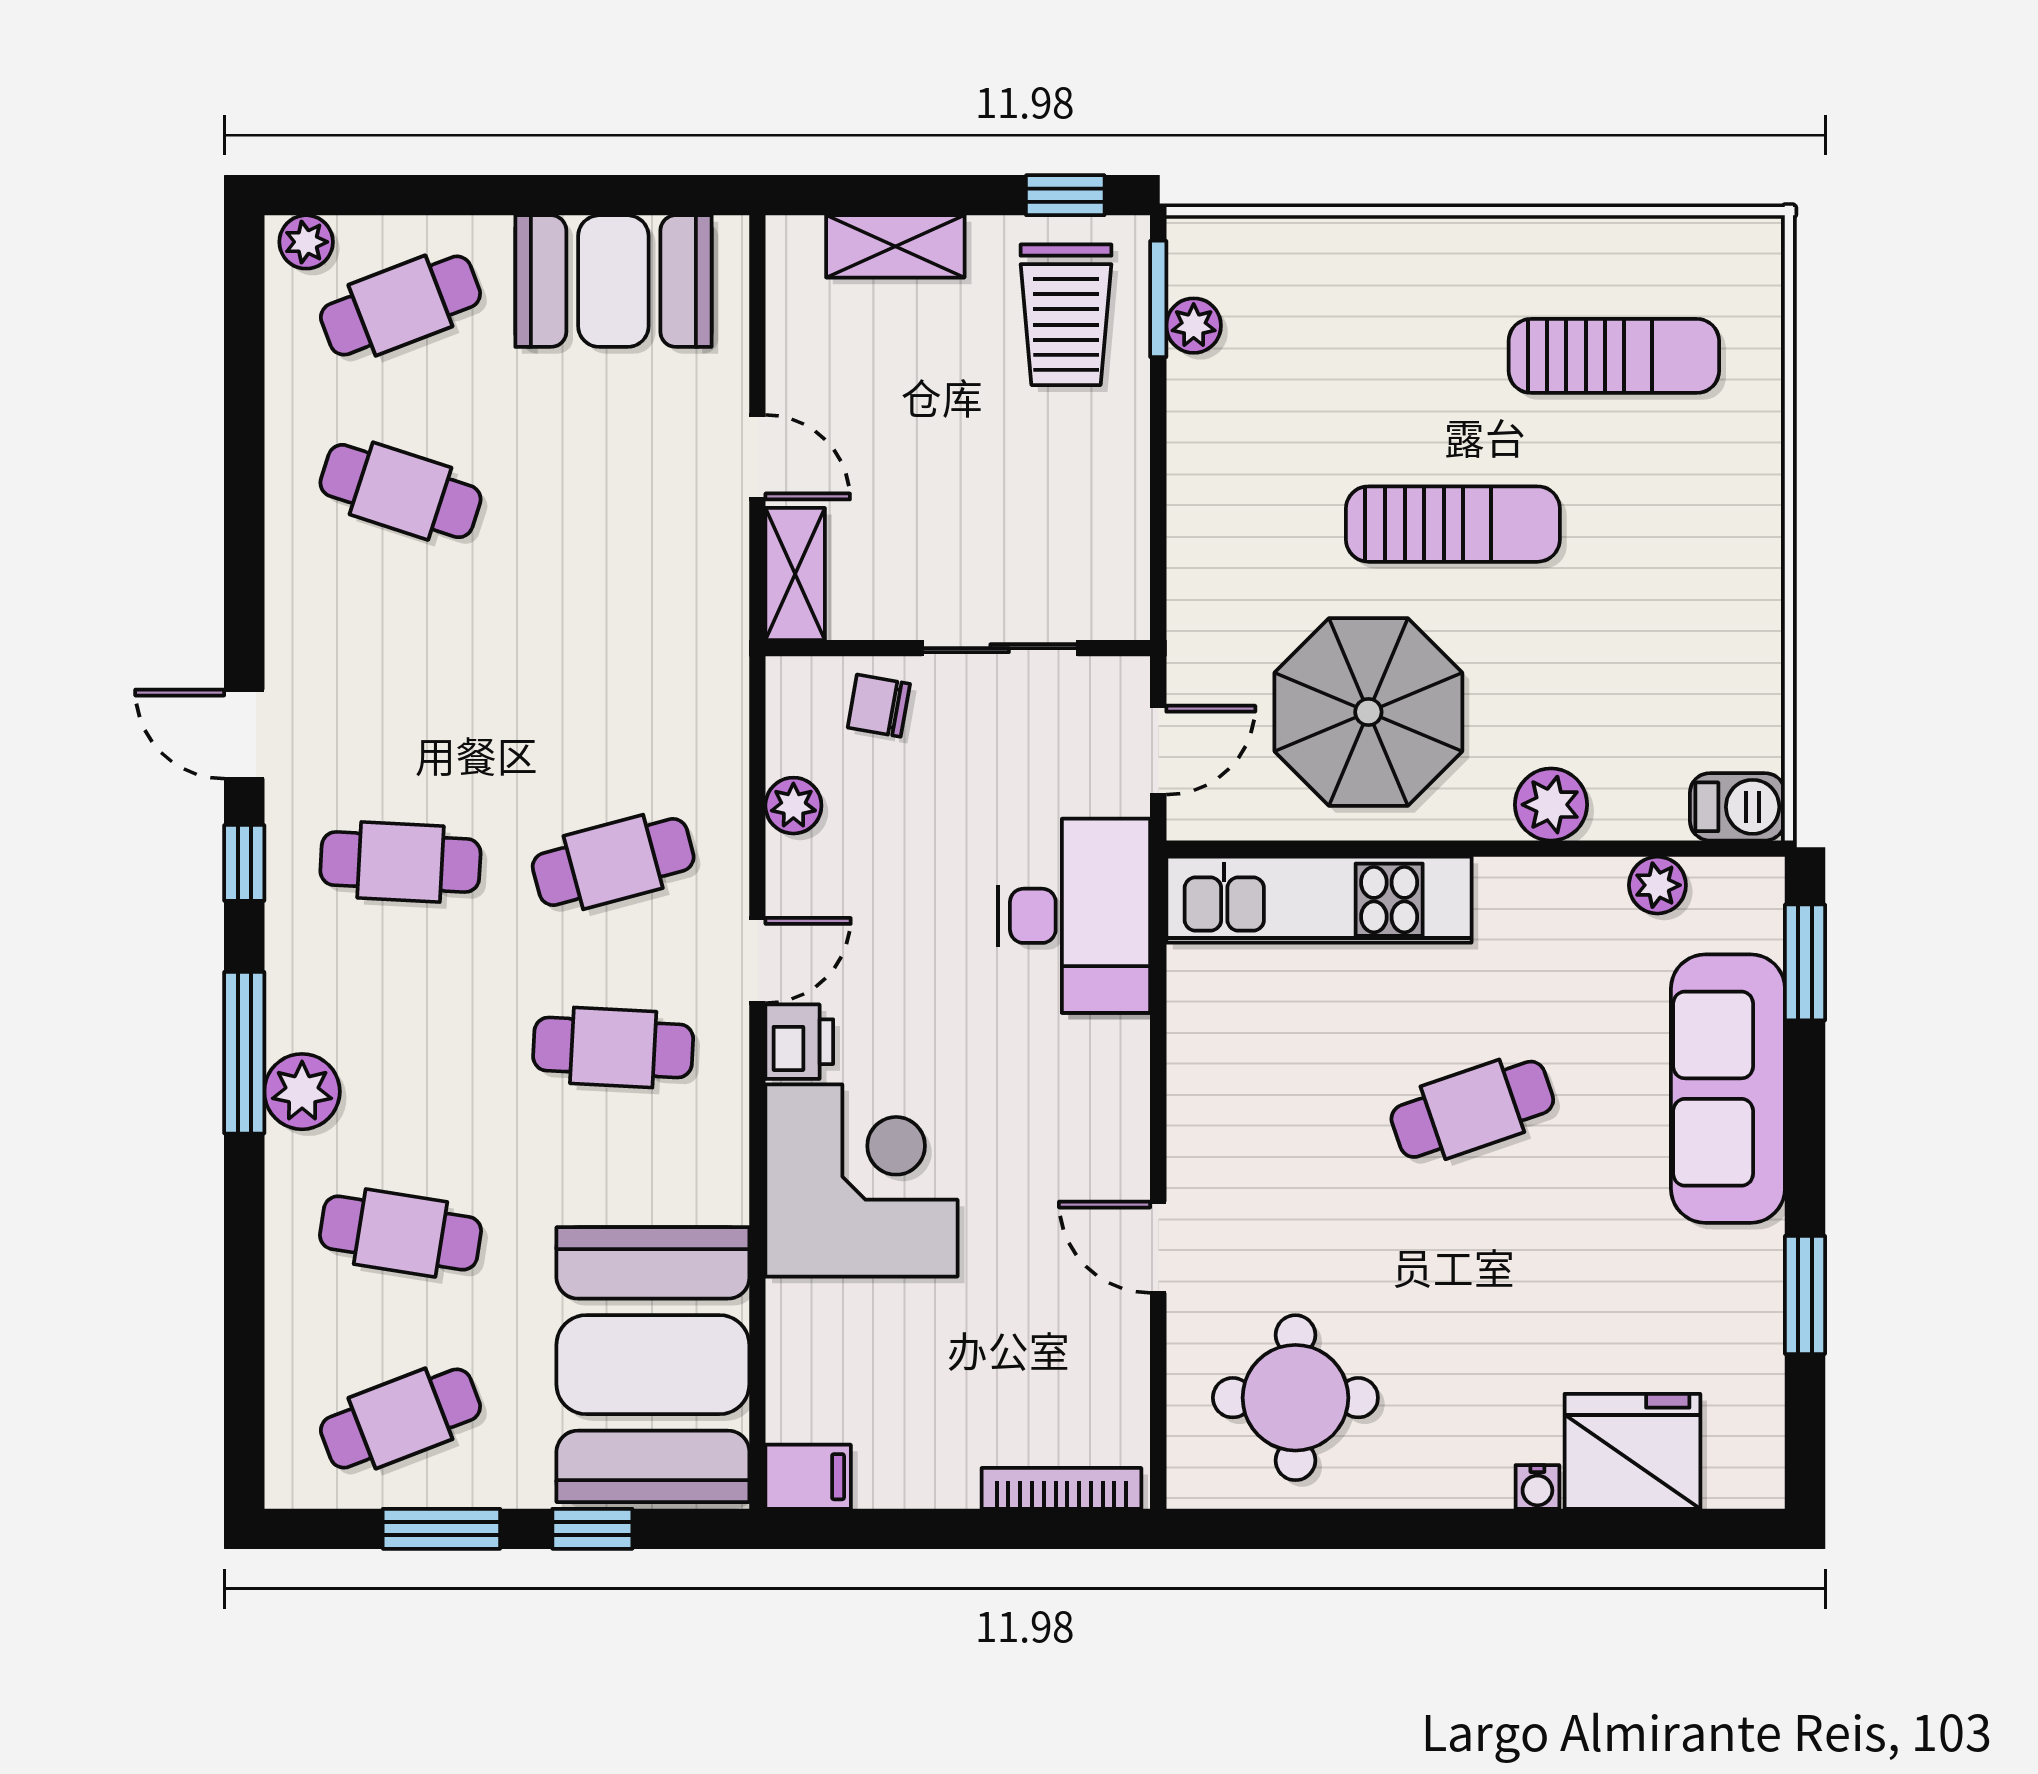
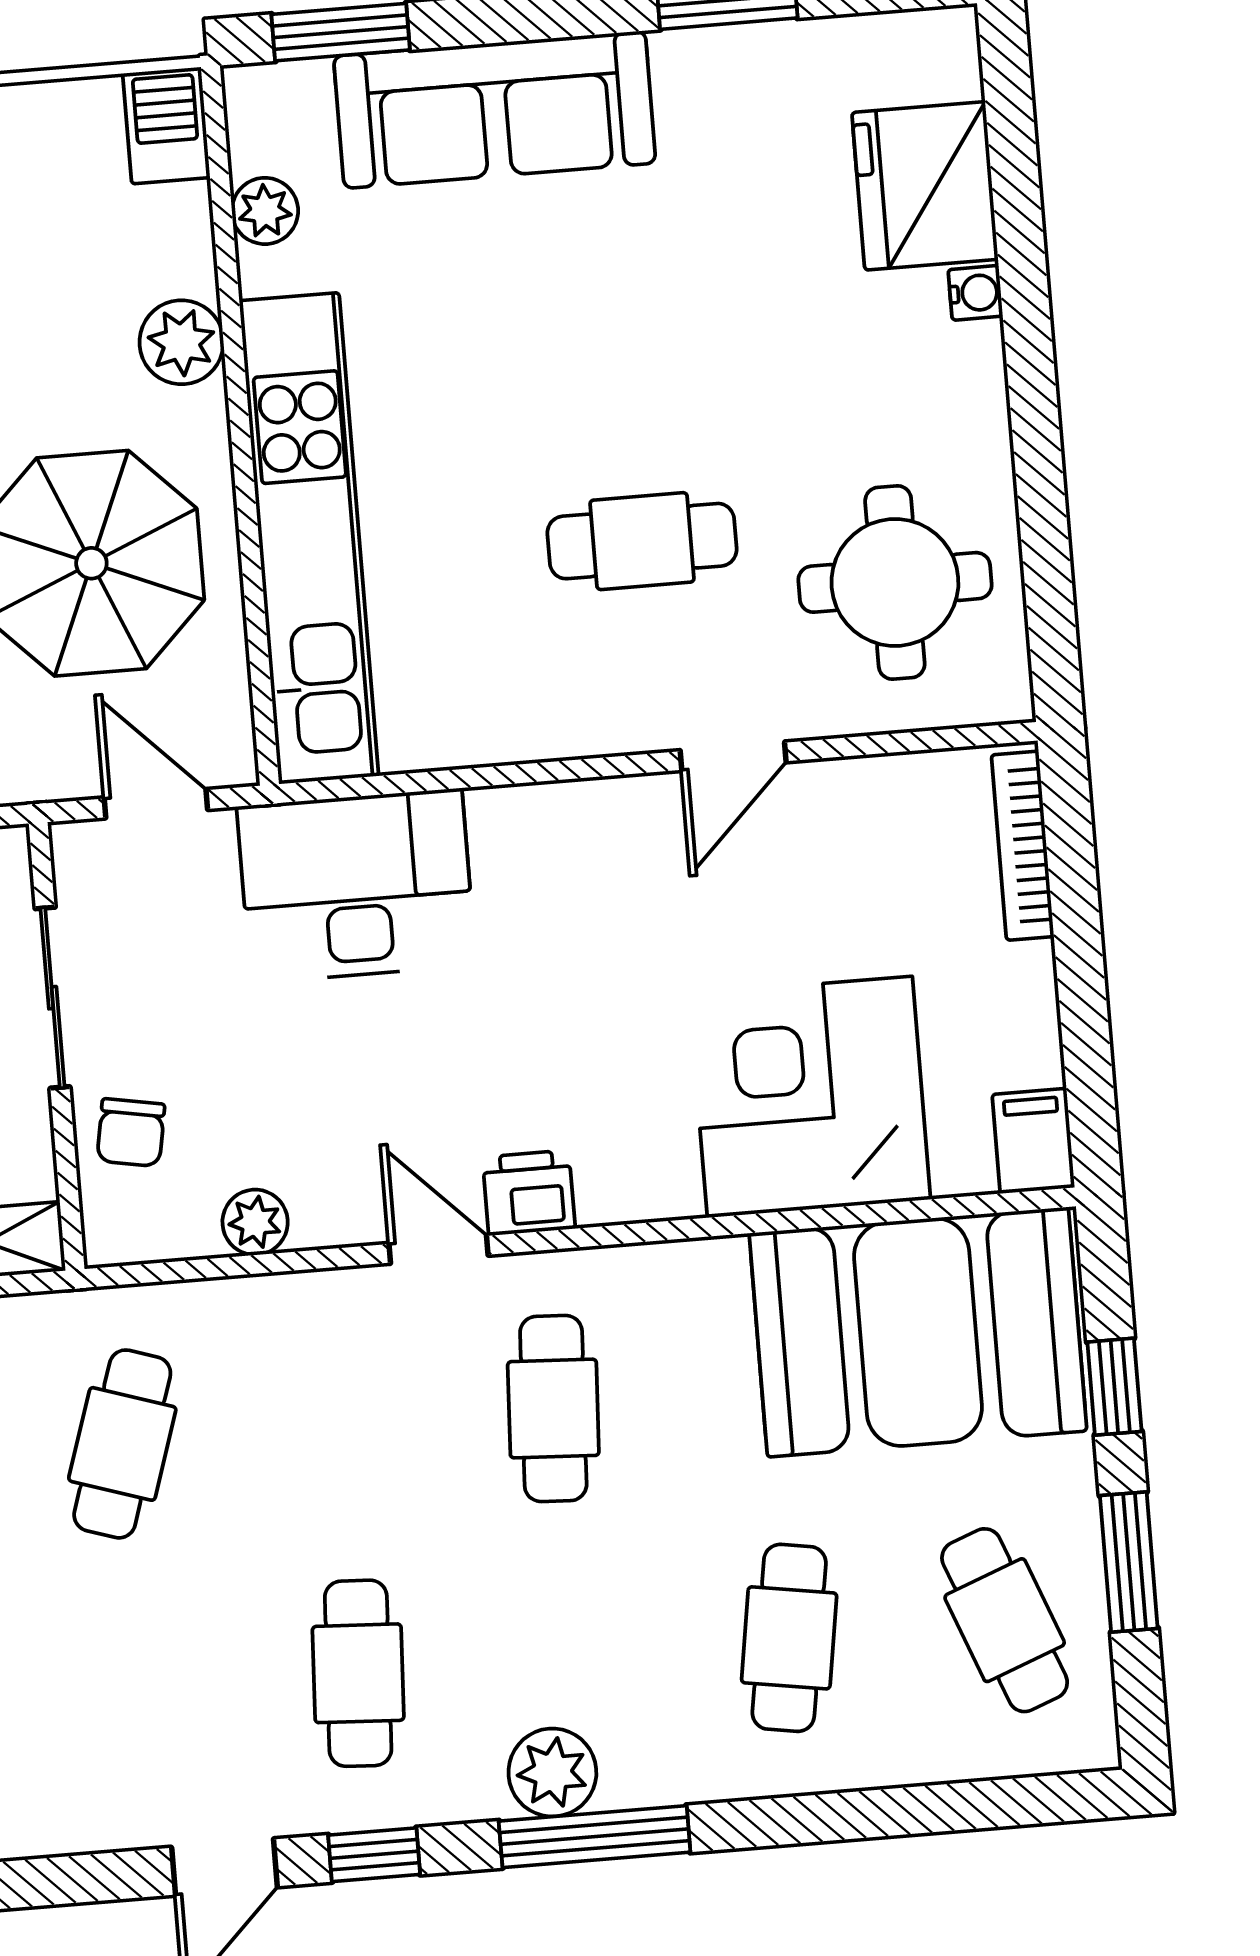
cafe table: (613, 862) -> (122, 1444), moved, turned 33
kitchen unit: (1319, 900) -> (309, 538), width x1.36
plant: (302, 1092) -> (552, 1772), moved
cafe table: (1472, 1109) -> (642, 541), moved, turned -71
corner desk: (862, 1180) -> (810, 1097), moved

